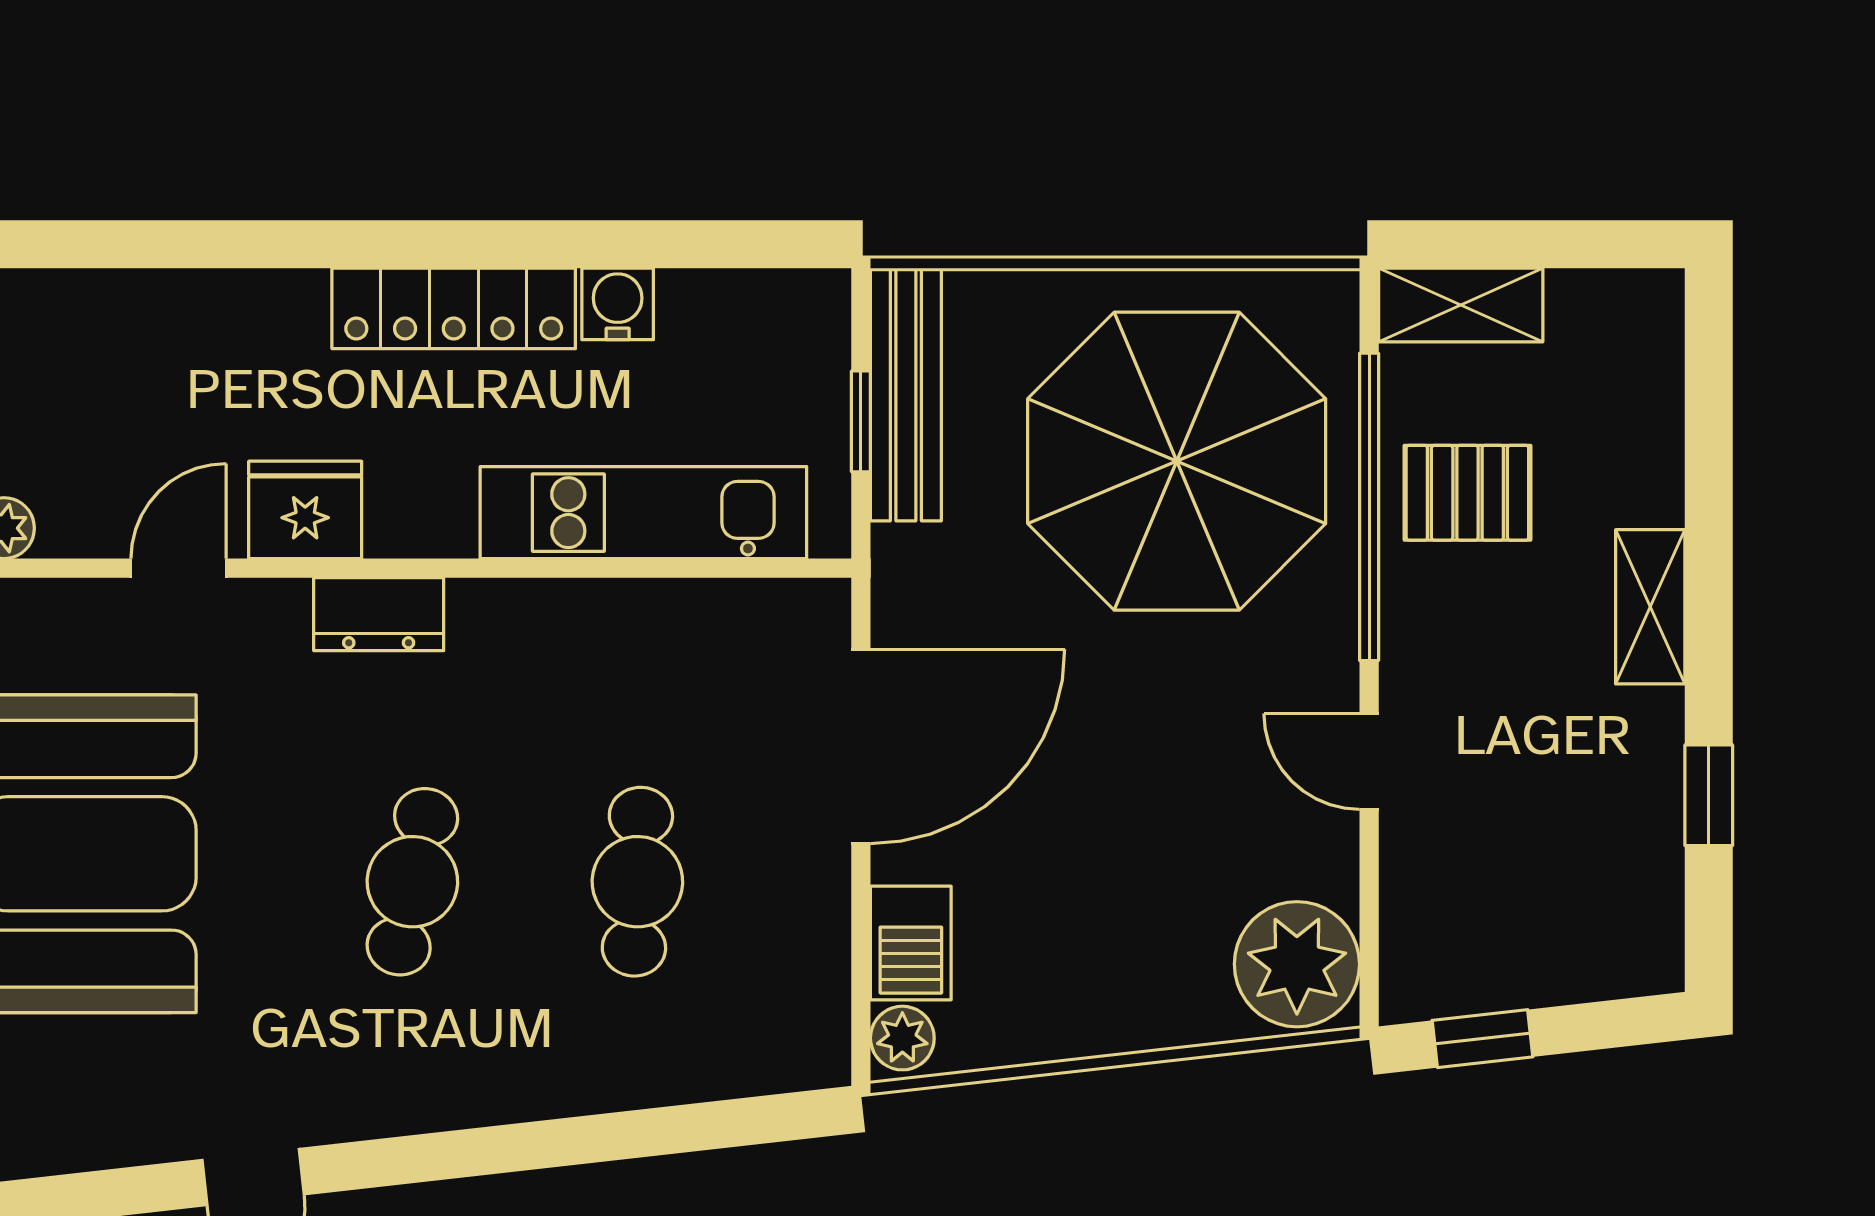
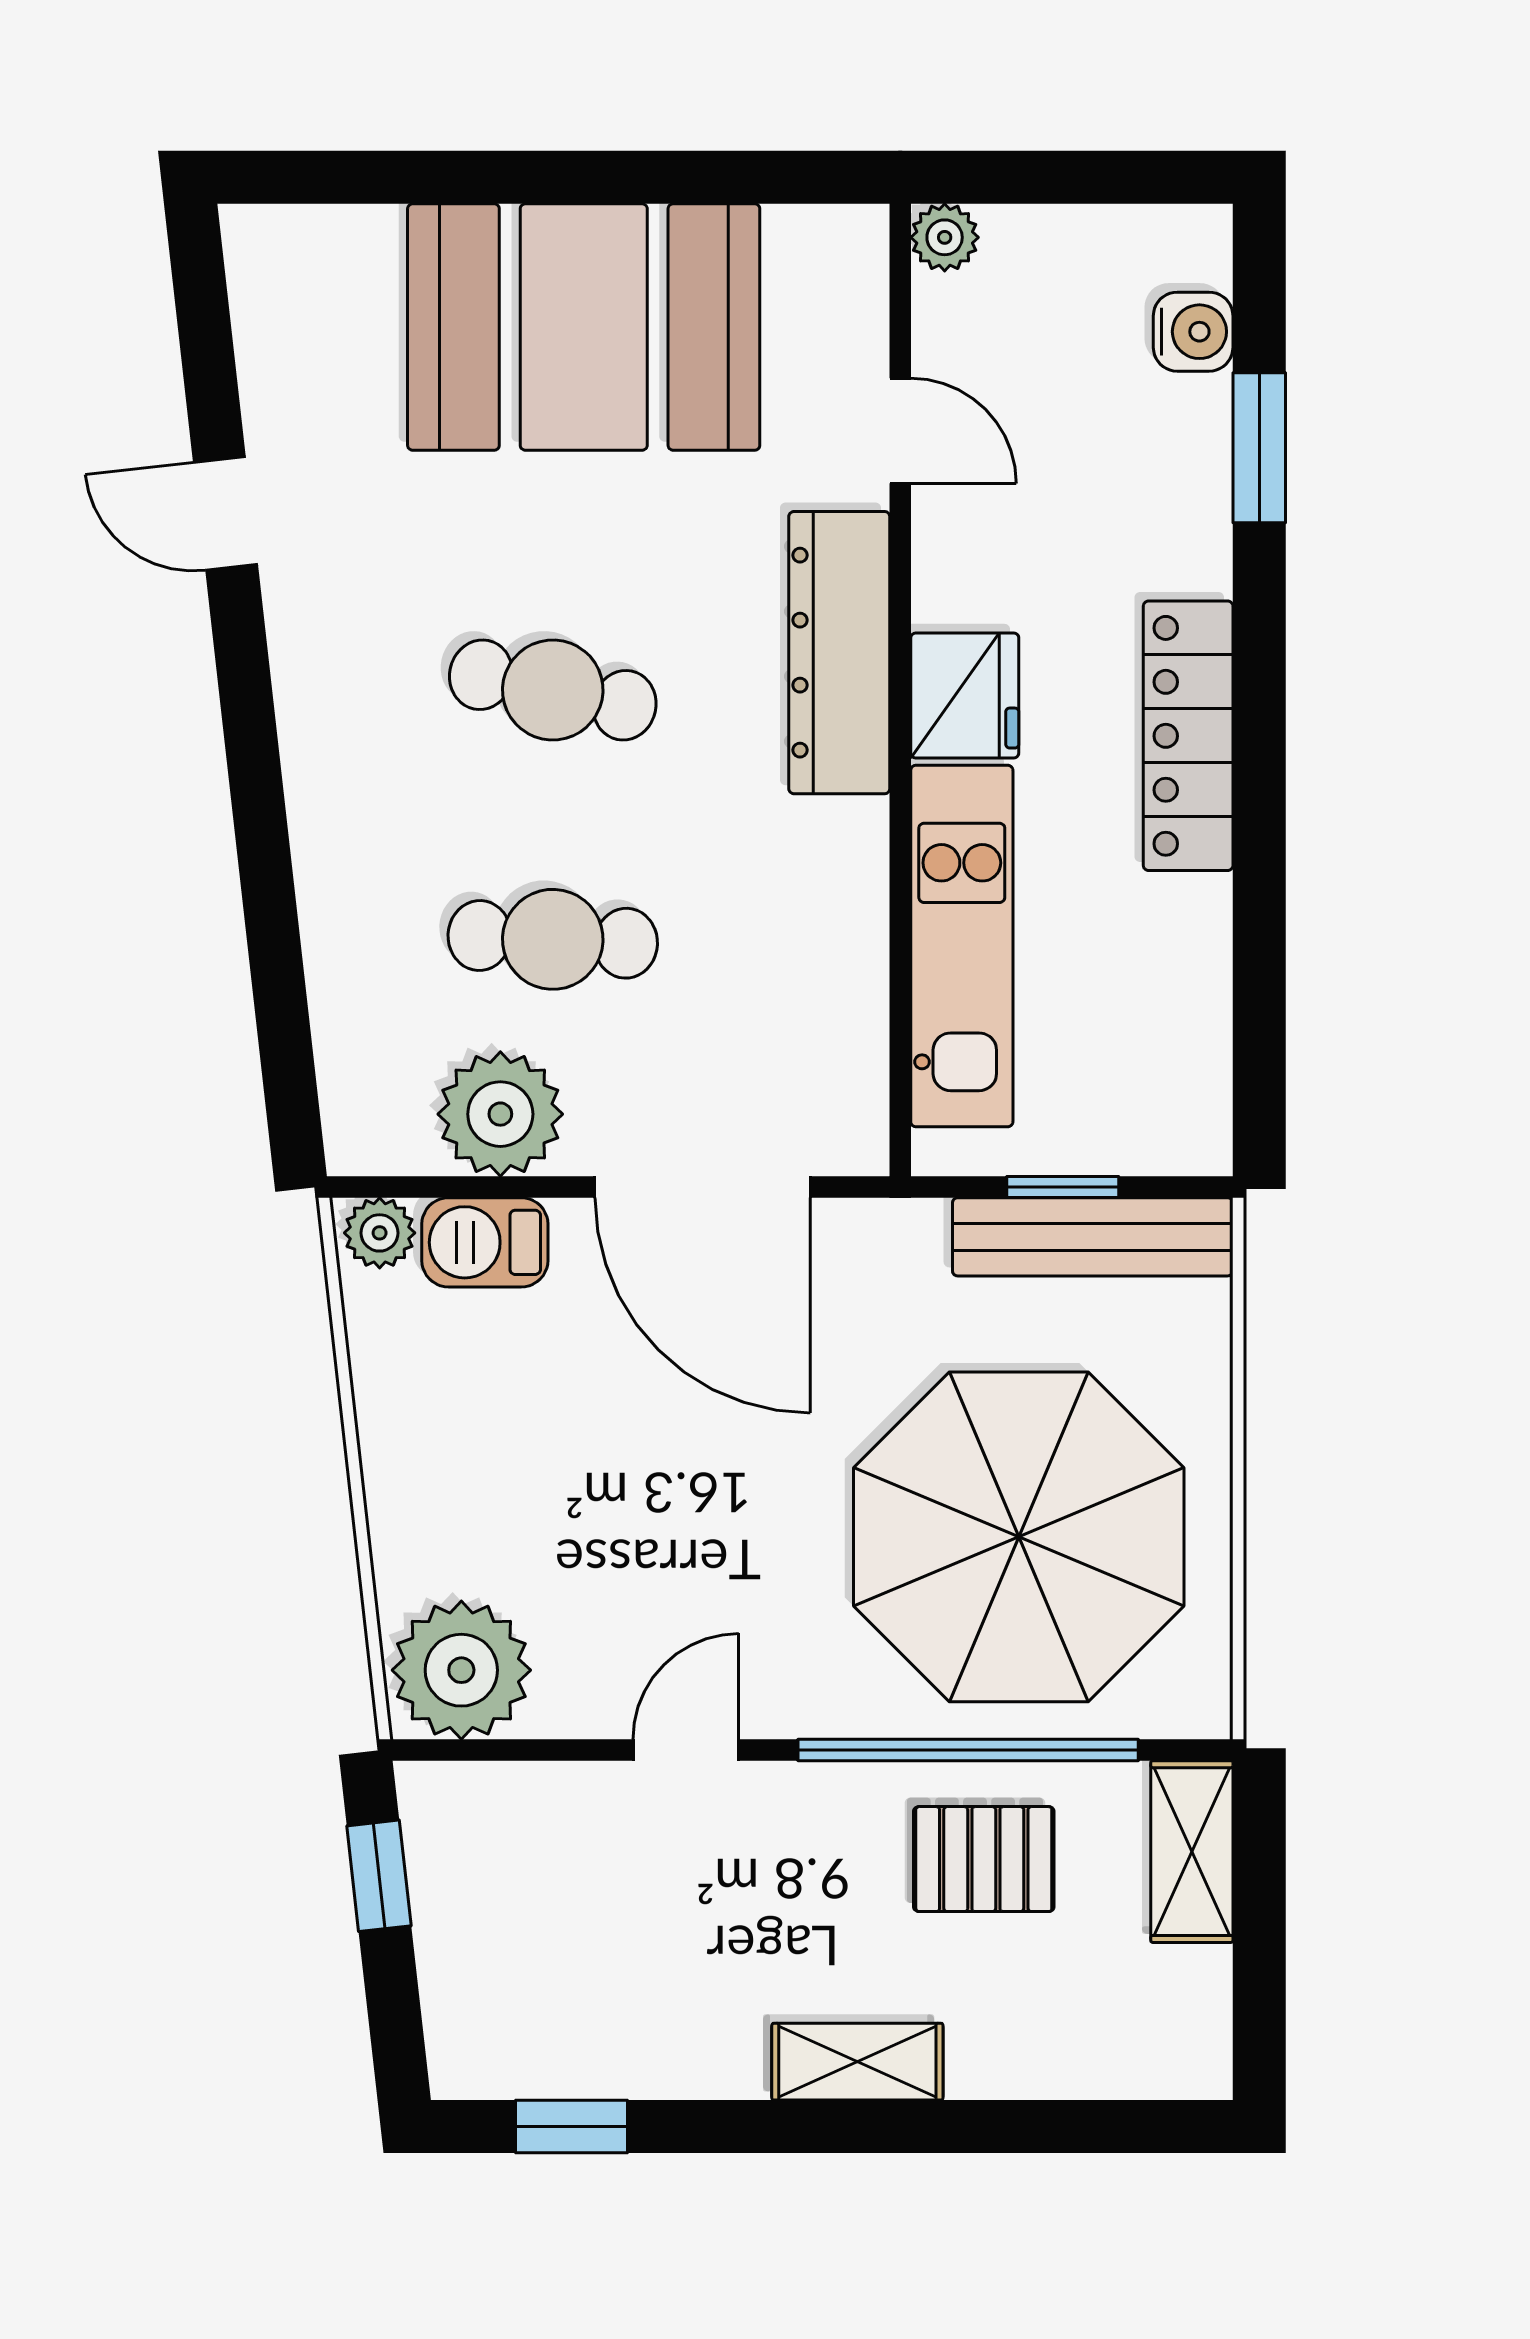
window: (194, 244) -> (1259, 448), added
water cooler: (618, 304) -> (1193, 332), moved
pallet: (1467, 493) -> (984, 1859), turned 90
fridge: (305, 510) -> (965, 695), moved
dresser: (379, 614) -> (839, 653), width x1.96, depth x1.24
window: (1709, 795) -> (572, 2127), moved
plant: (795, 929) -> (500, 1114), added

